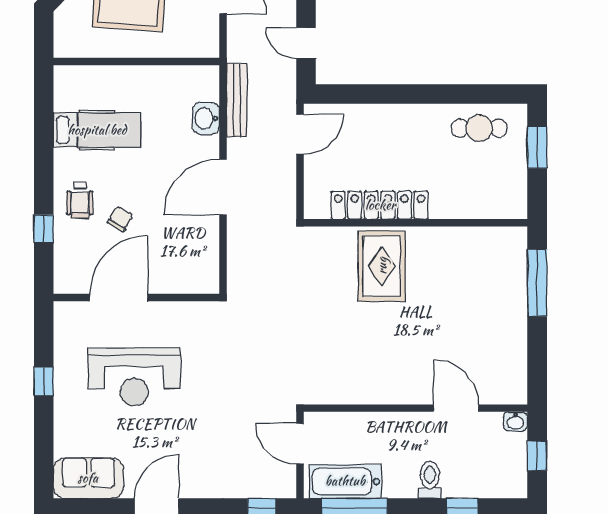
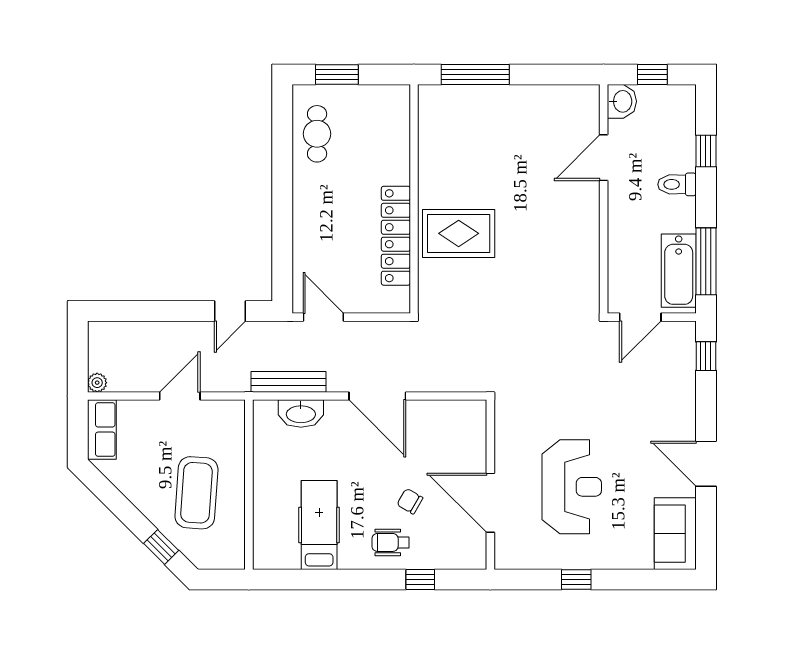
washbasin: (206, 118) -> (301, 413), width x1.38
wheelchair: (80, 200) -> (391, 542), turned 180
washbasin: (515, 421) -> (622, 101), width x1.38, depth x1.45

